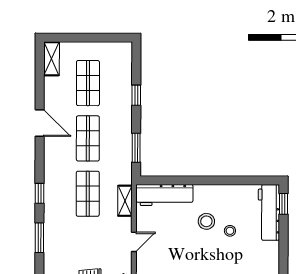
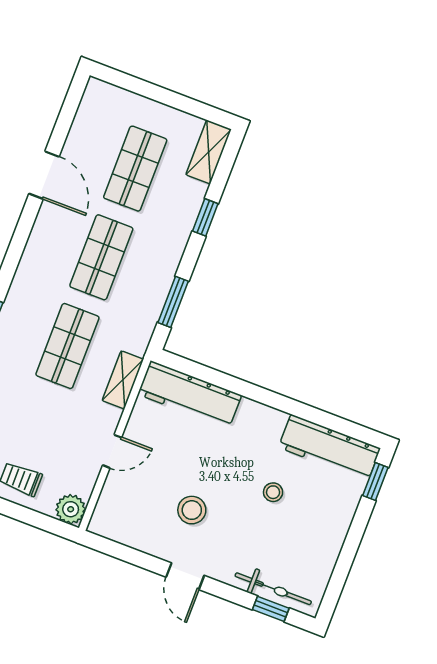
shelving: (52, 59) -> (209, 152), moved
door: (40, 123) -> (44, 175), moved
workbench: (269, 212) -> (329, 448), moved, turned -90
stool: (206, 221) -> (192, 510), moved

